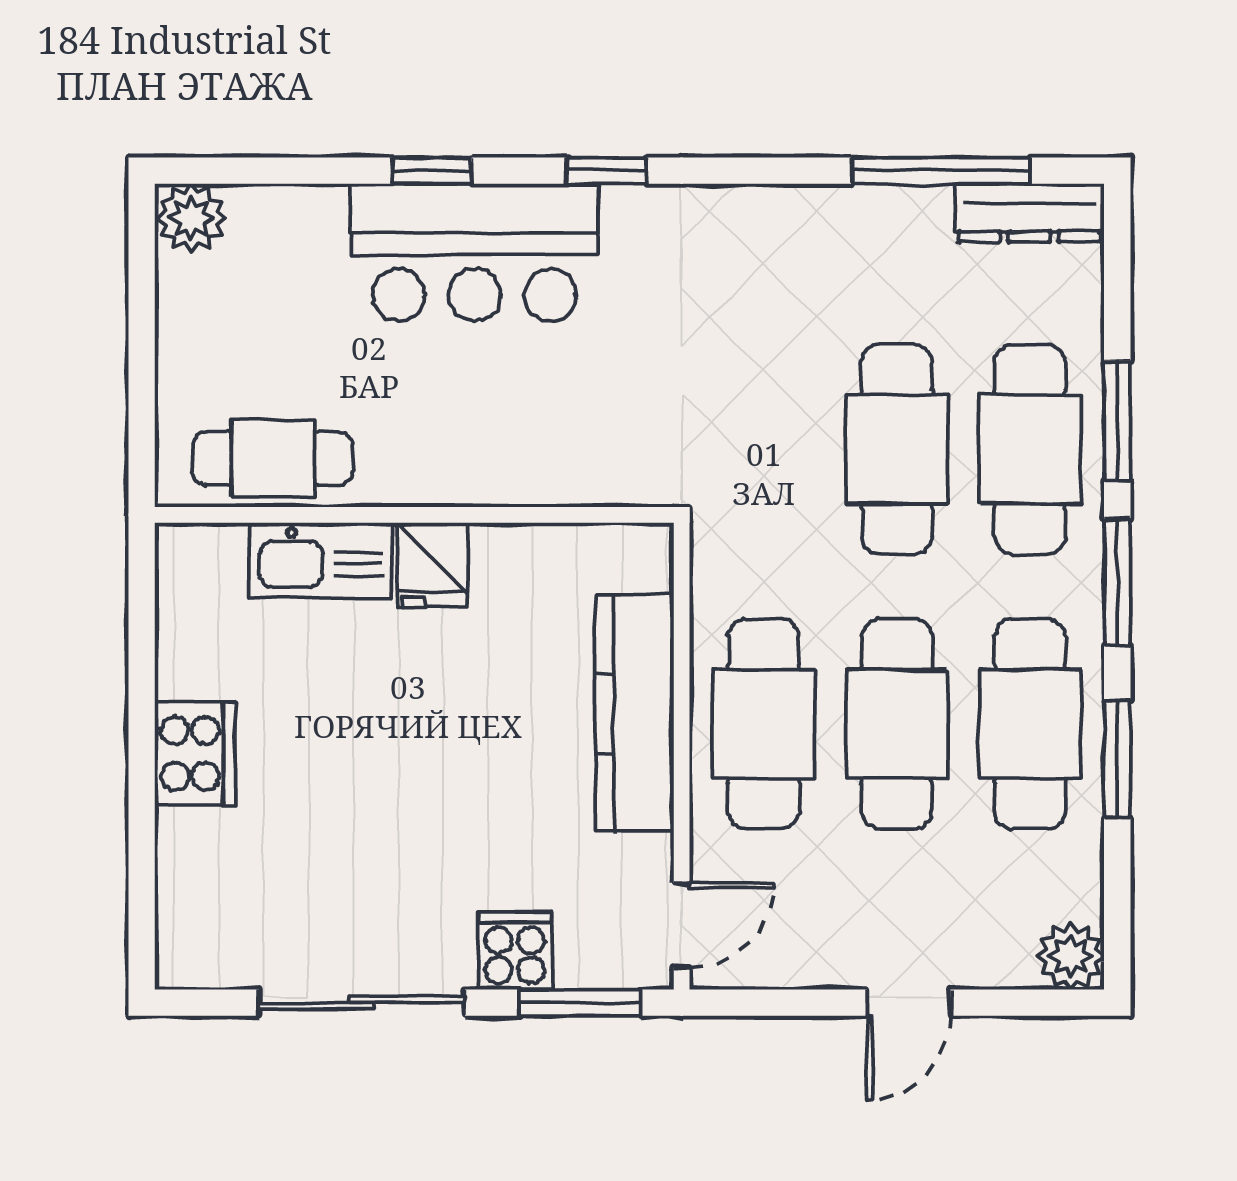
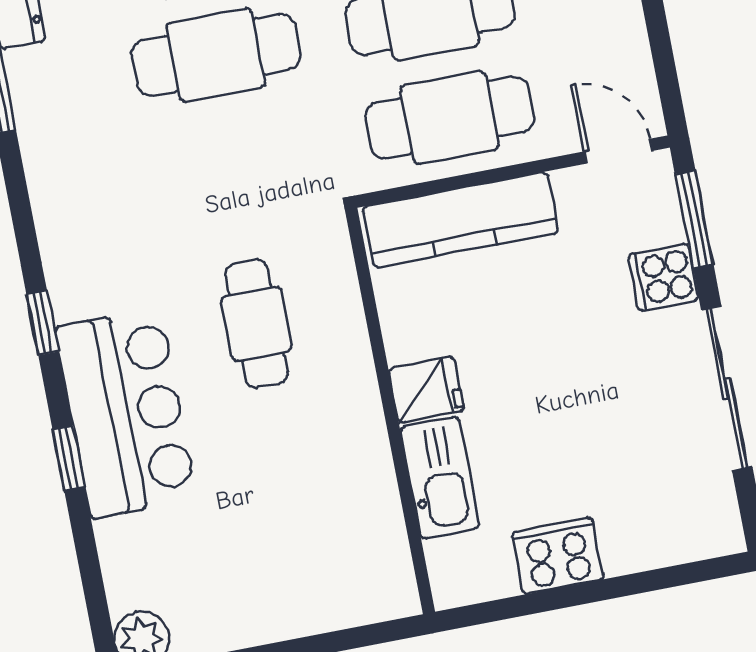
cafe table: (273, 458) -> (257, 324), moved
wall: (414, 515) -> (390, 411), moved
kitchen sink: (320, 560) -> (440, 478), moved
fridge: (432, 565) -> (426, 390), moved

